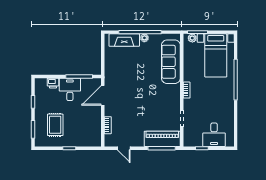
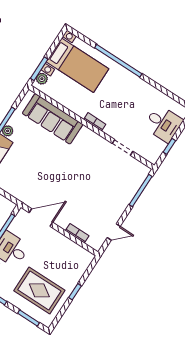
door: (103, 95) -> (41, 218), swing flipped
rug: (55, 125) -> (39, 290), width x1.36, depth x1.43
piano: (162, 139) -> (131, 183), removed

